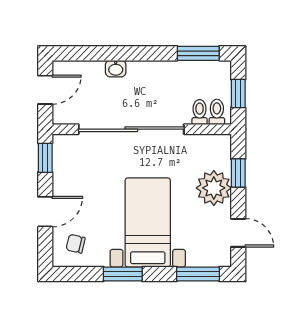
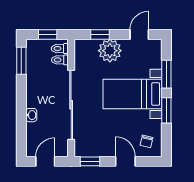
door: (45, 90) -> (45, 161), hinge flipped
window: (198, 274) -> (166, 74), moved

